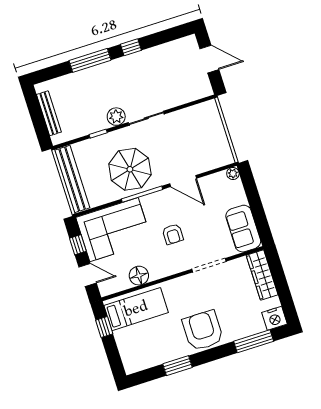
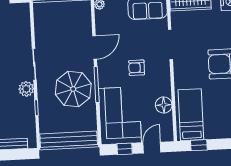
armchair: (173, 234) -> (137, 68), turned 180

